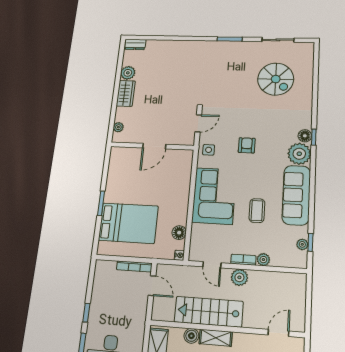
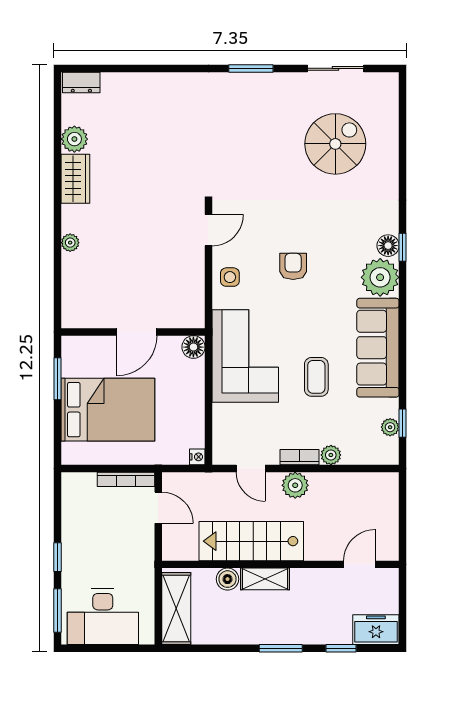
spiral stairs: (276, 79) -> (335, 144), turned -90
wall: (152, 146) -> (133, 332), moved
door: (154, 146) -> (137, 332), moved
floor lamp: (179, 233) -> (193, 347), moved

